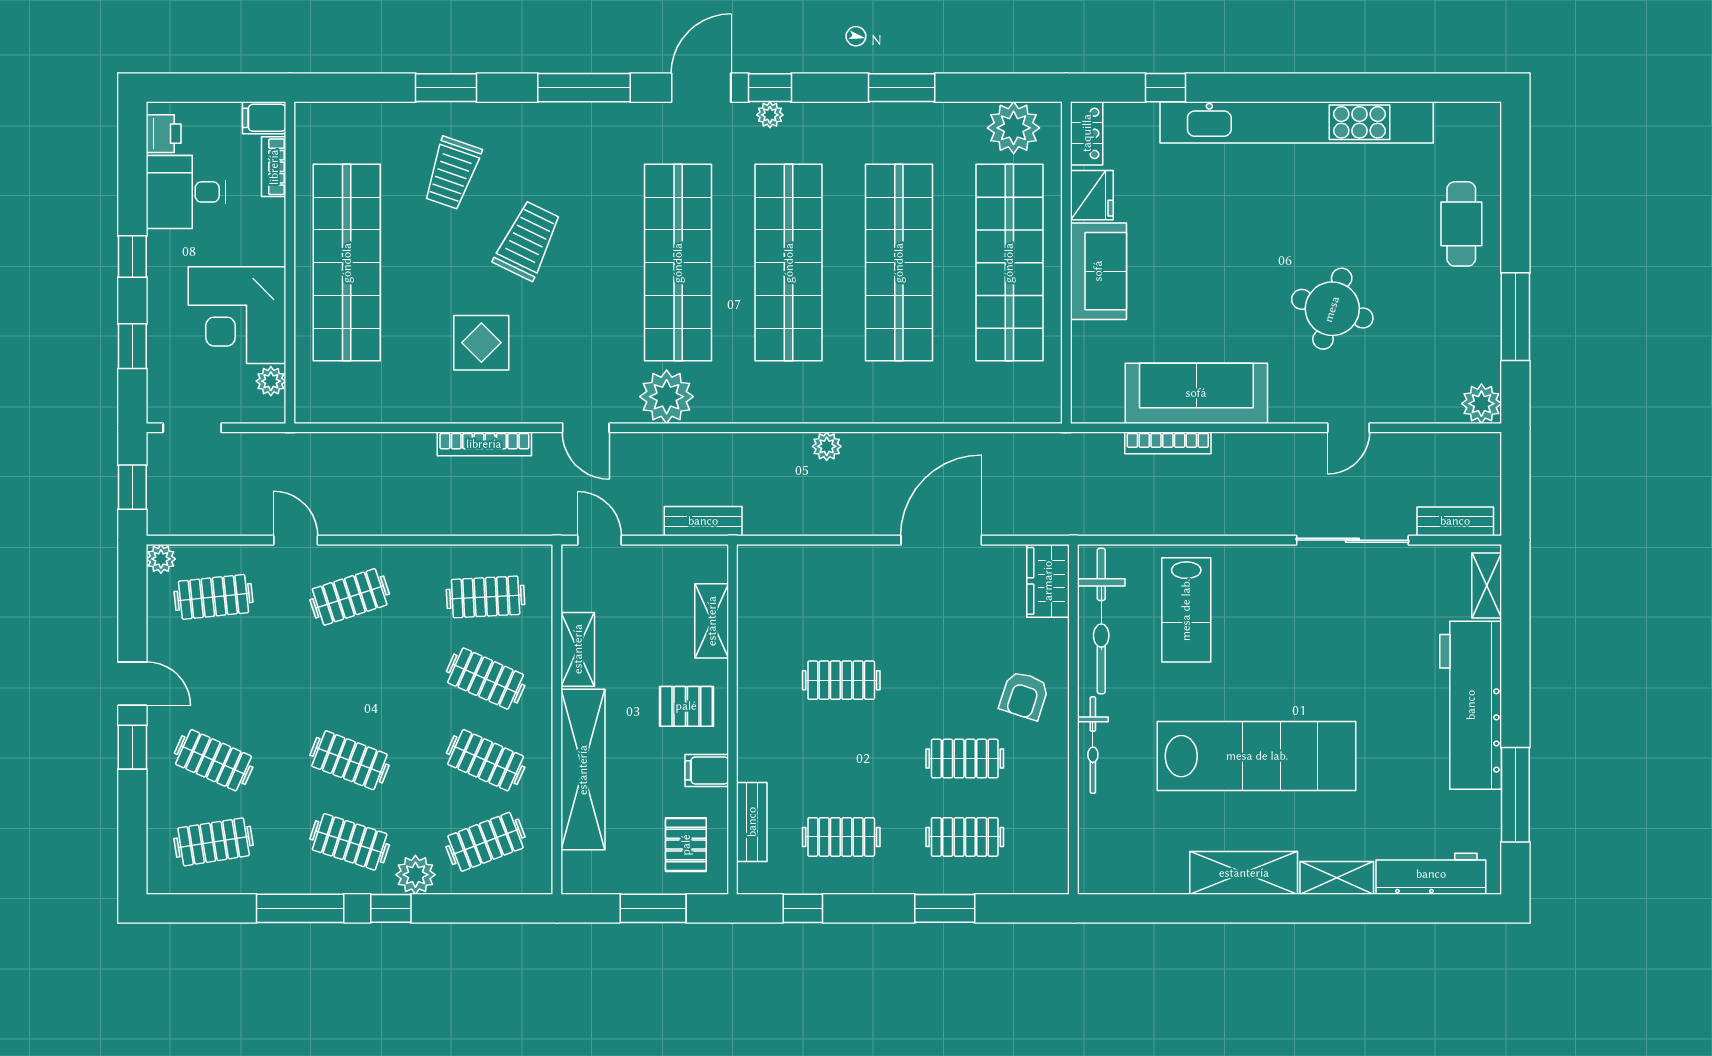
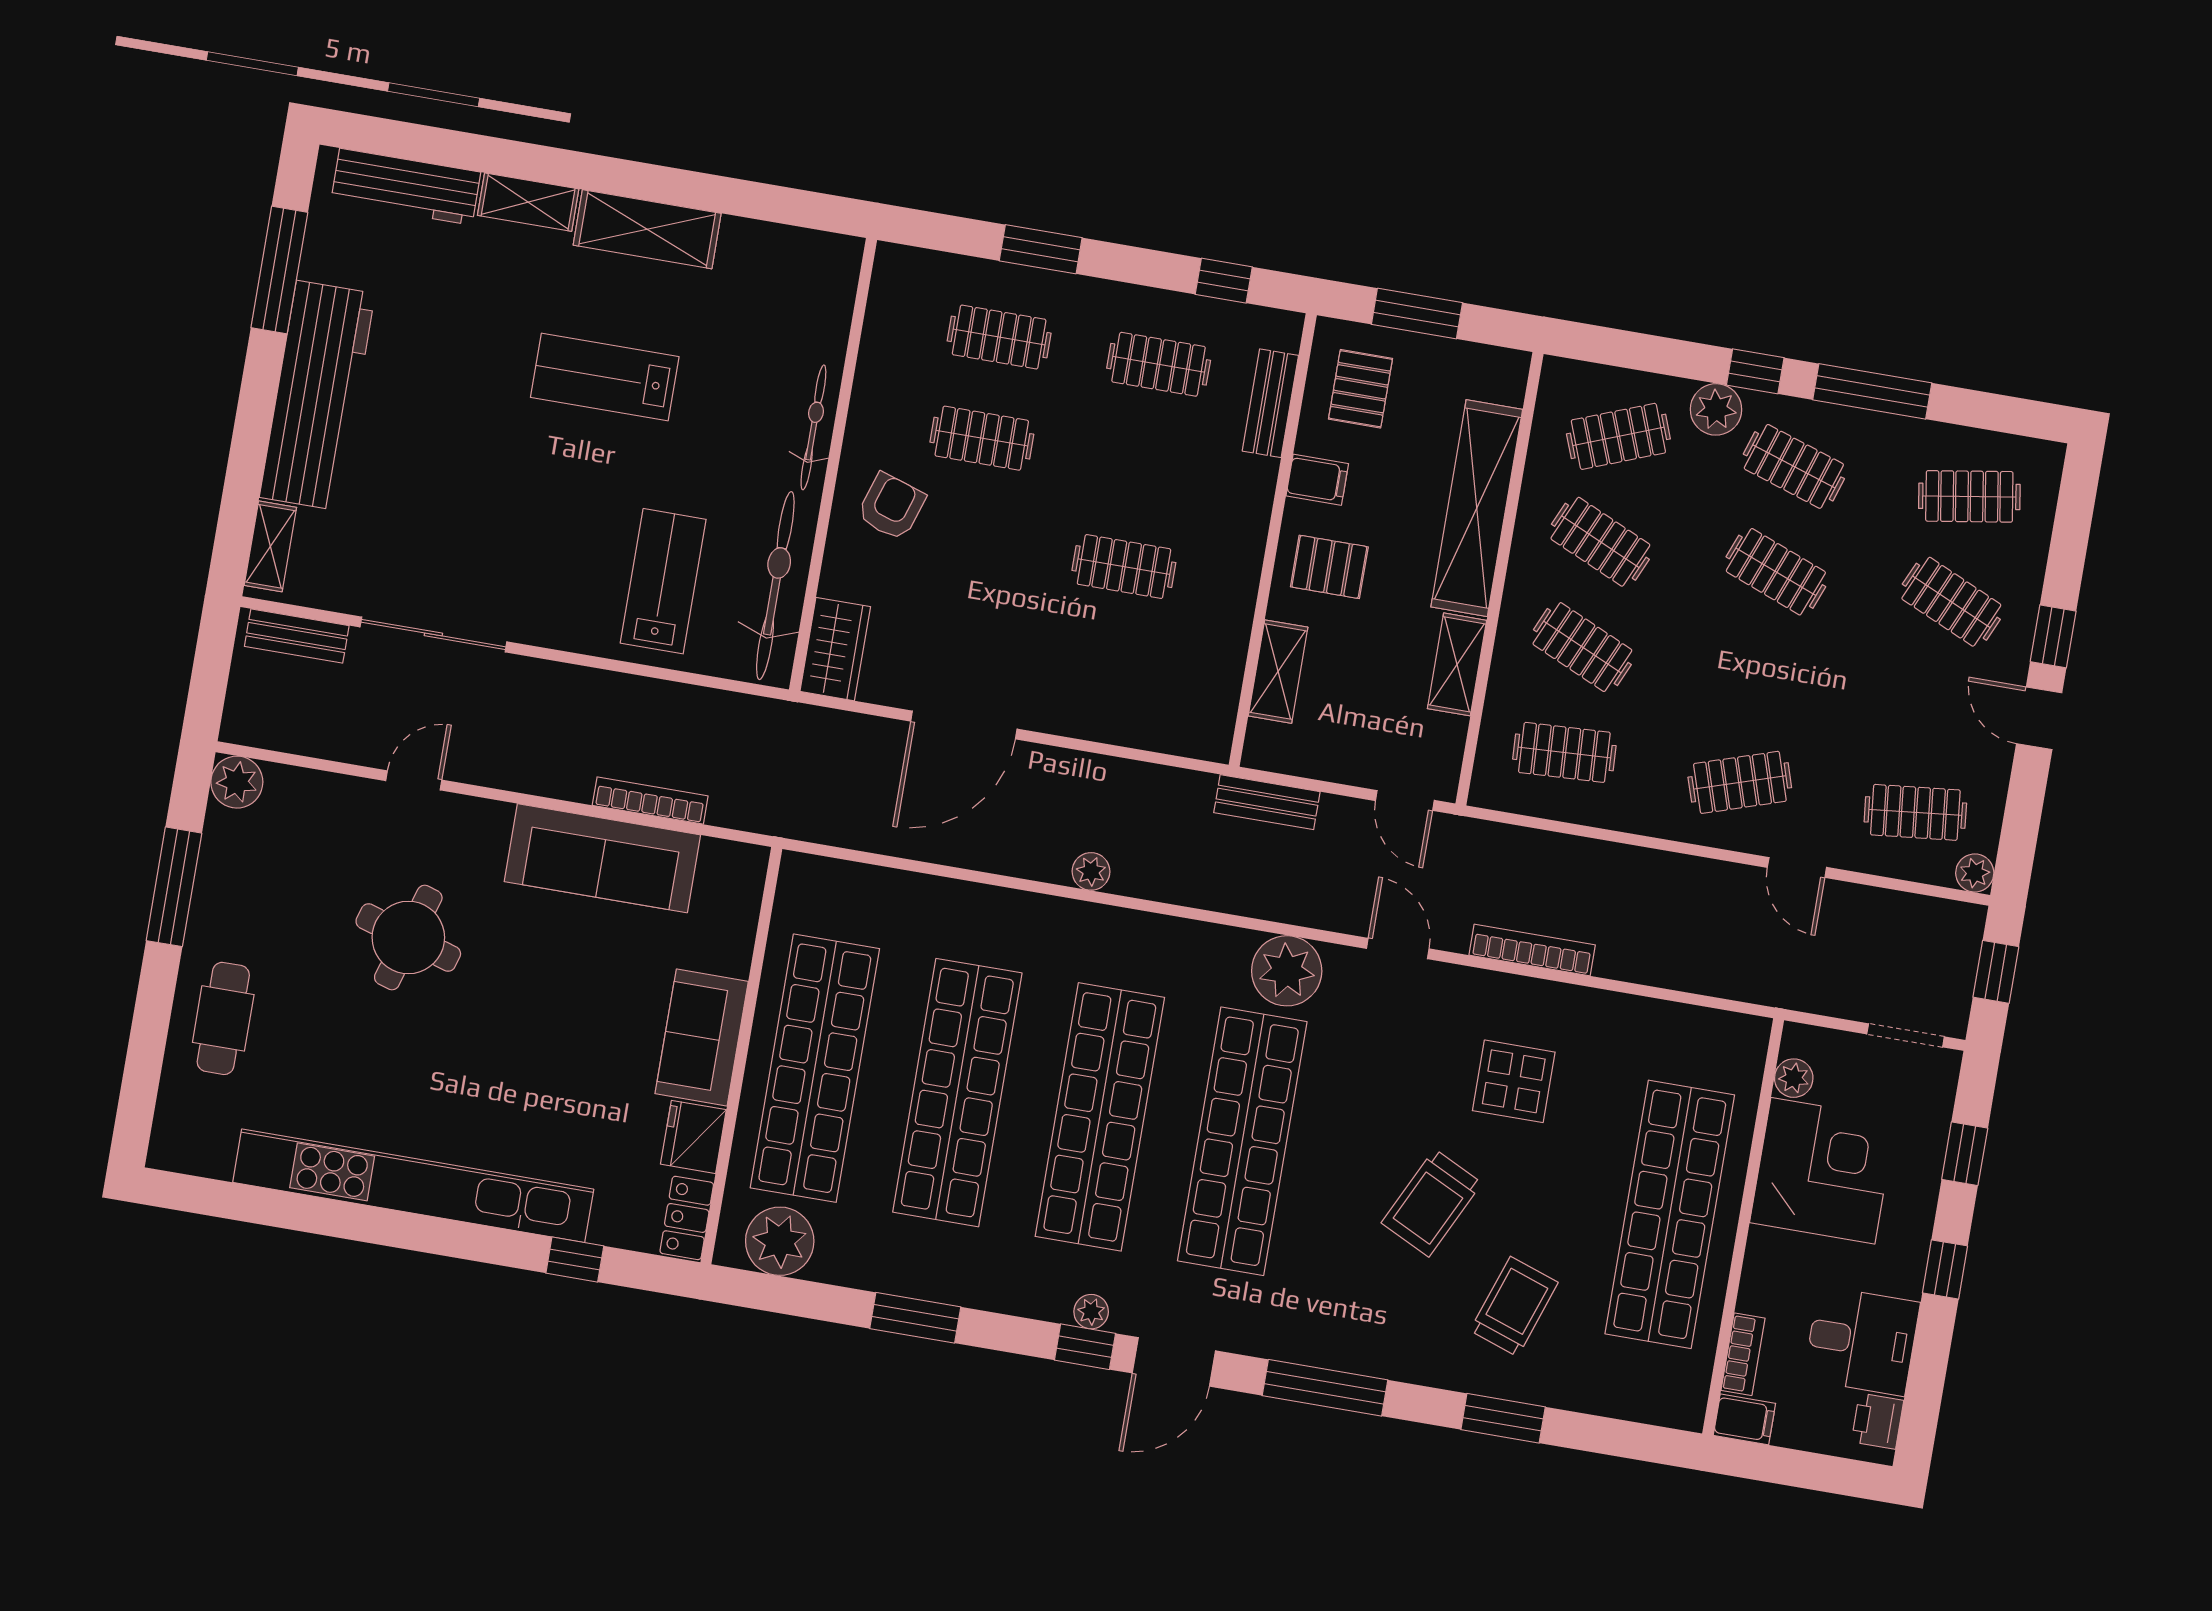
lab bench: (1257, 756) -> (605, 377), width x0.54, depth x0.72

